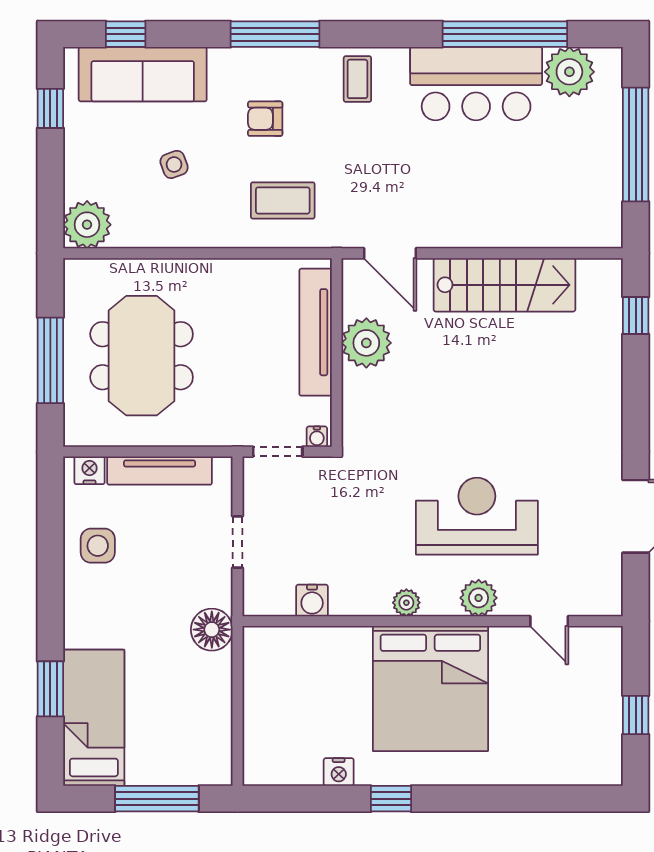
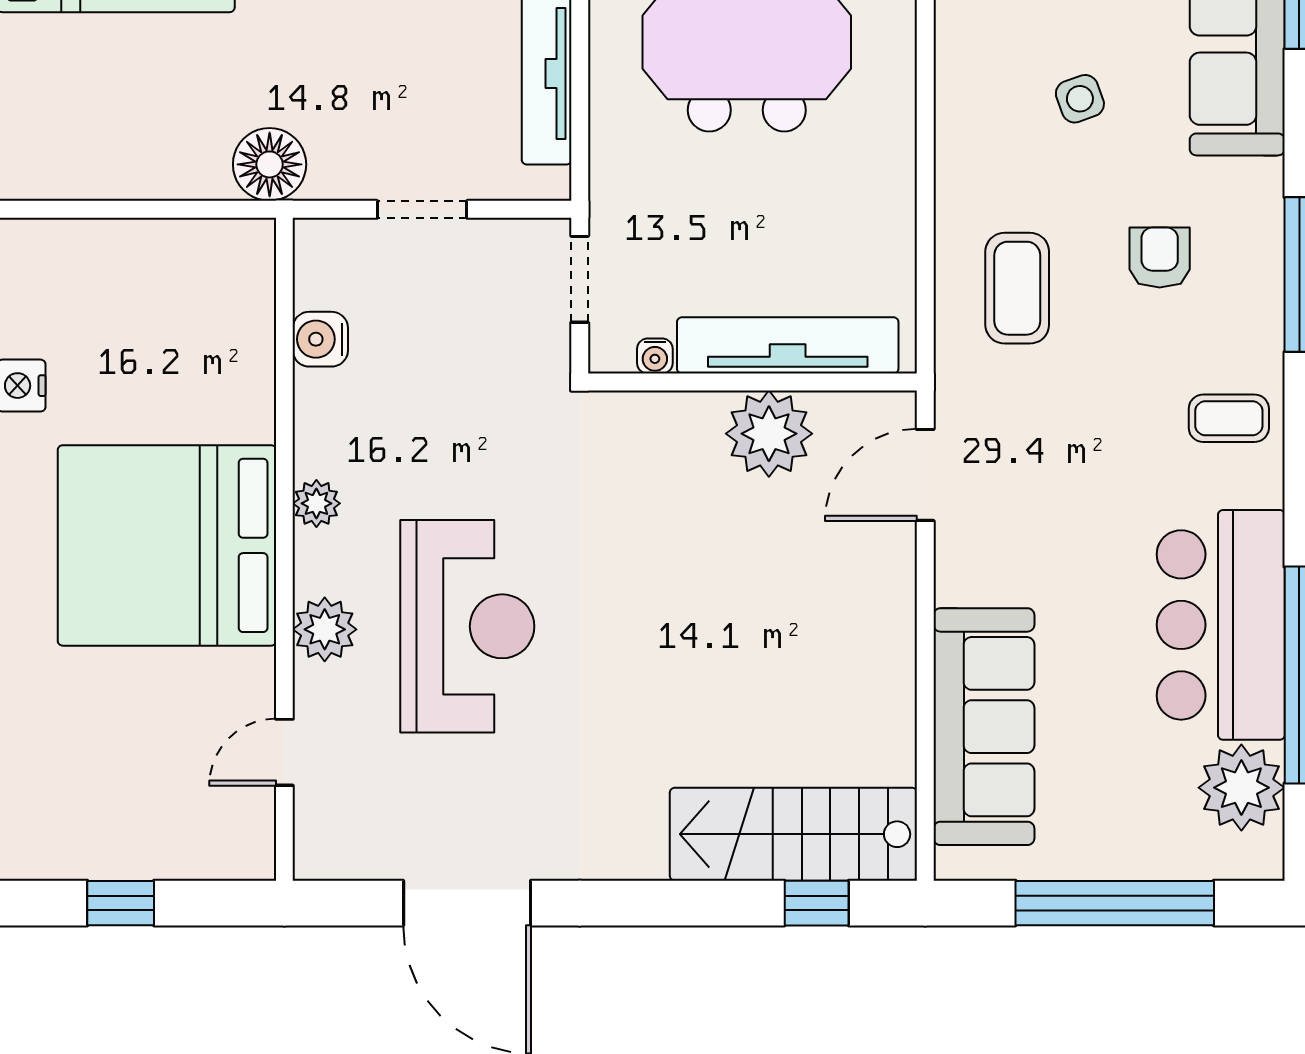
sofa: (534, 220) -> (984, 727), added
stairs: (504, 285) -> (793, 834), moved, turned 90
water cooler: (317, 437) -> (655, 356), moved, turned -90

